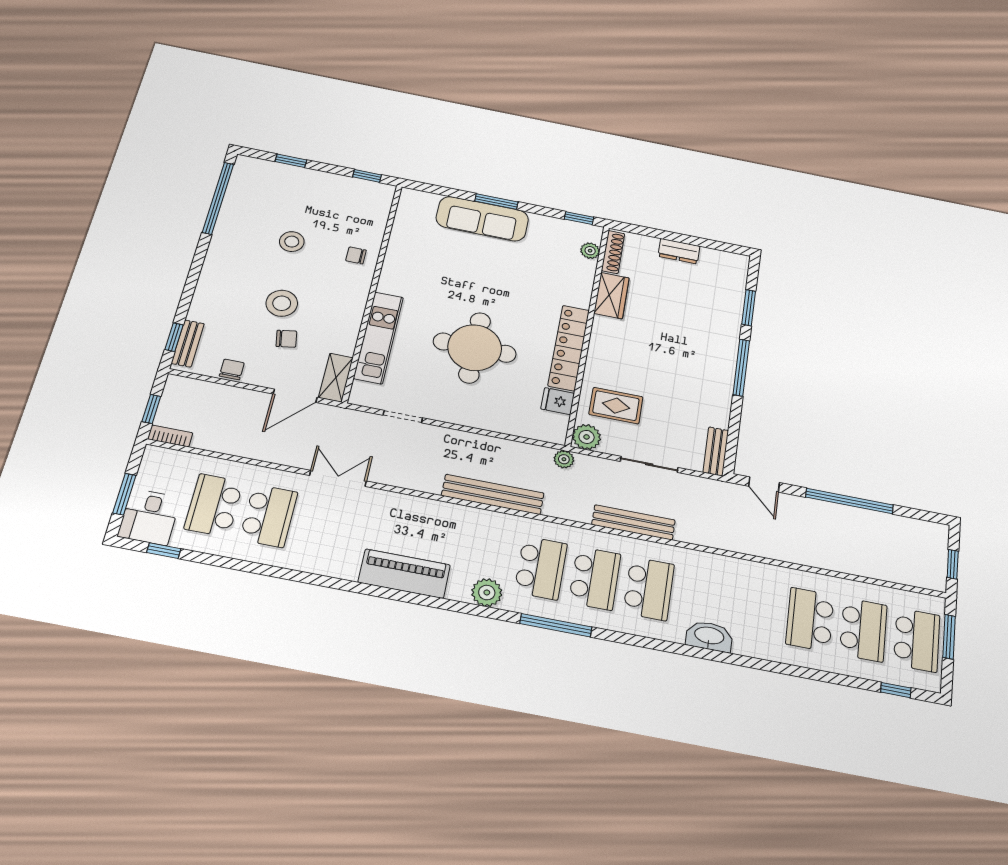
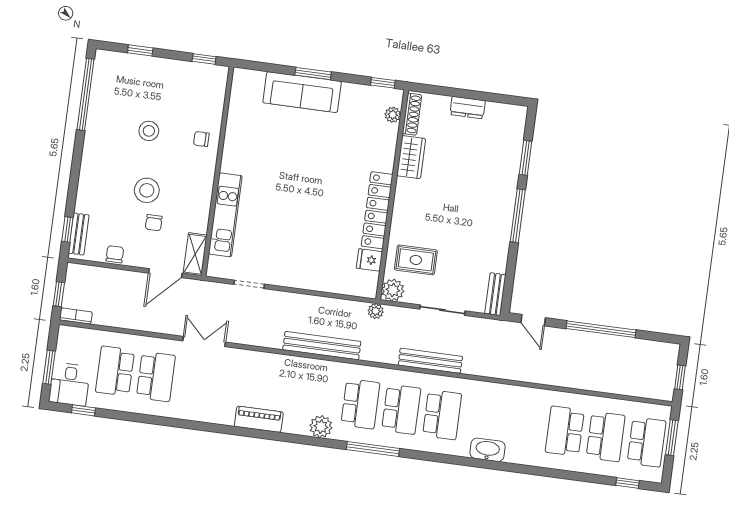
chair: (286, 339) -> (154, 223), turned 100
round table: (475, 348) -> (302, 217), removed
piano: (404, 574) -> (259, 419), width x0.73, depth x0.75

